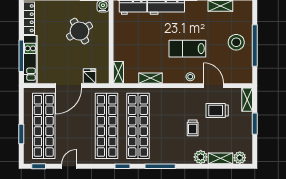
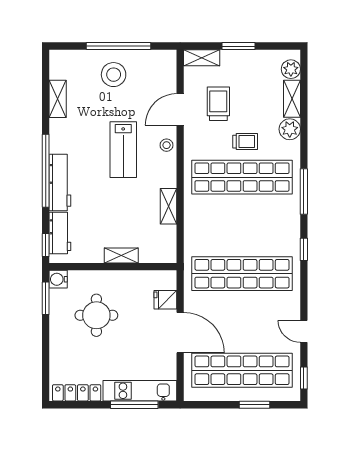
round table: (80, 31) -> (96, 315), turned 30
shelving: (118, 72) -> (121, 255), moved
trolley: (217, 110) -> (218, 104), turned 180
shop shelf: (138, 126) -> (242, 177), moved

